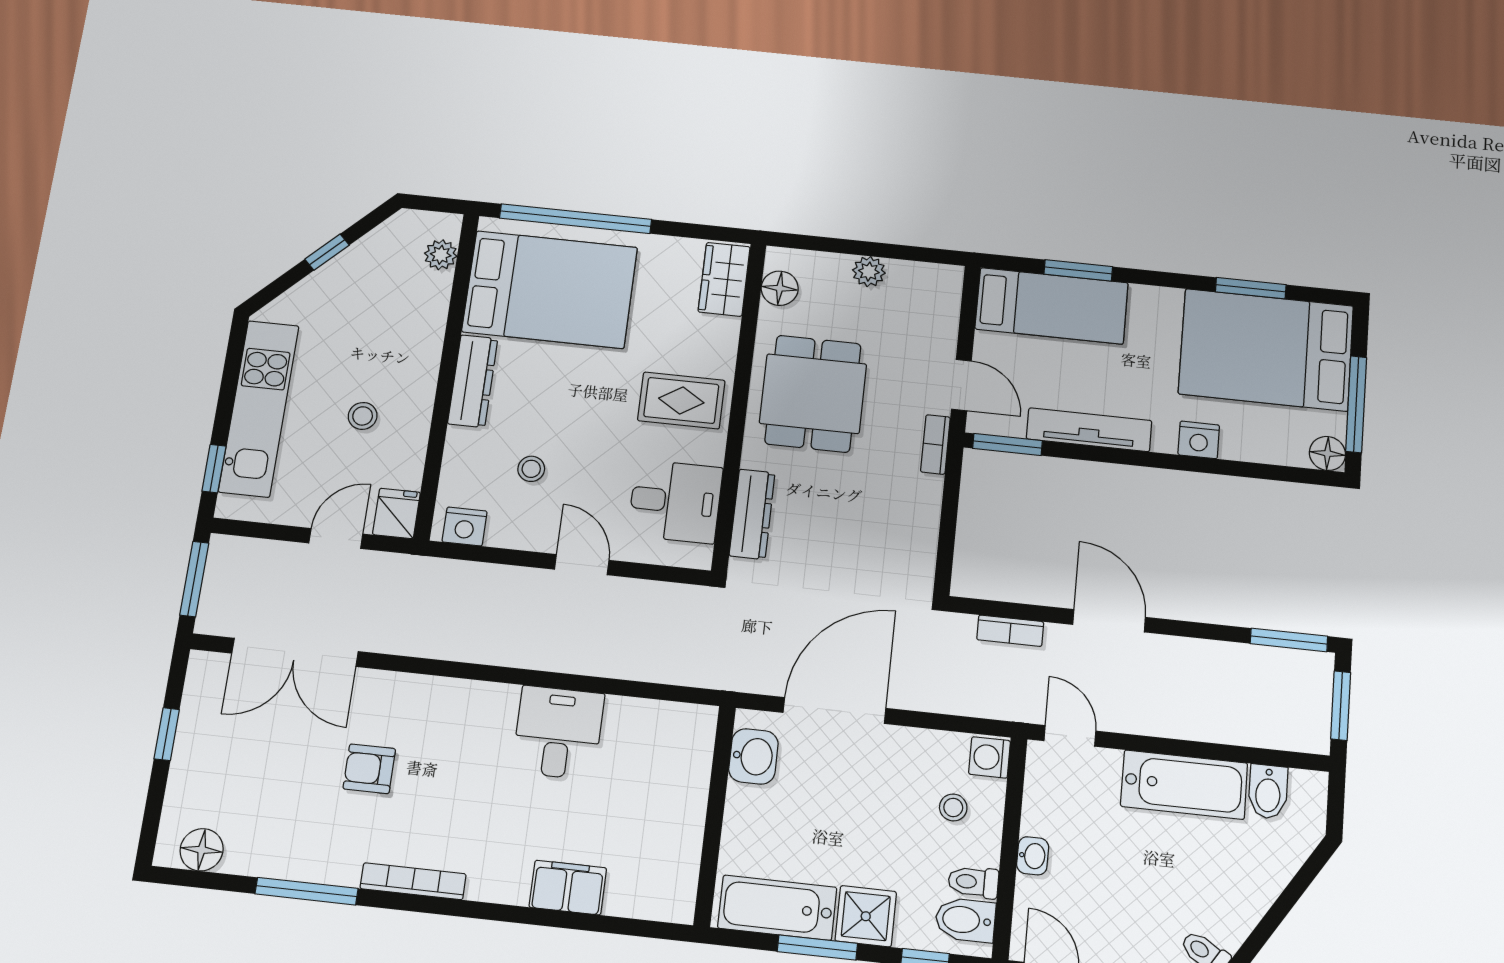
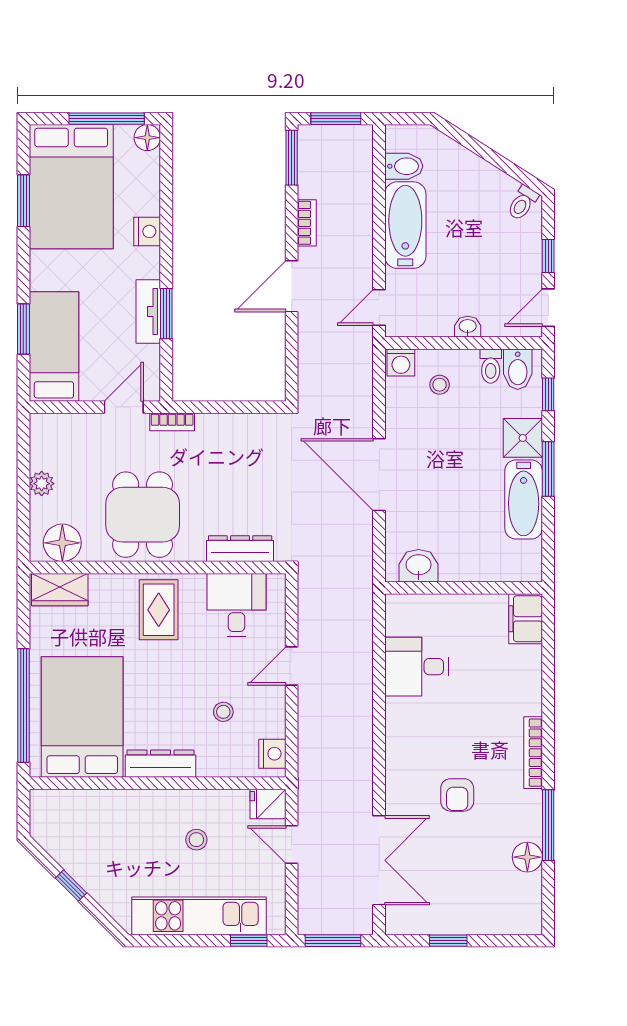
plant: (441, 255) -> (64, 801), removed
floor lamp: (780, 288) -> (62, 543), width x1.38, depth x1.38
dining table: (813, 394) -> (143, 515), turned 90
tv unit: (1089, 430) -> (148, 311), width x0.71
window: (1007, 445) -> (166, 314), moved
bookcase: (1010, 631) -> (307, 223), moved
washbasin: (753, 756) -> (419, 566), moved
wall: (715, 815) -> (464, 588), moved
floor lamp: (202, 850) -> (527, 857), moved
filing cabinet: (568, 888) -> (526, 619), moved

